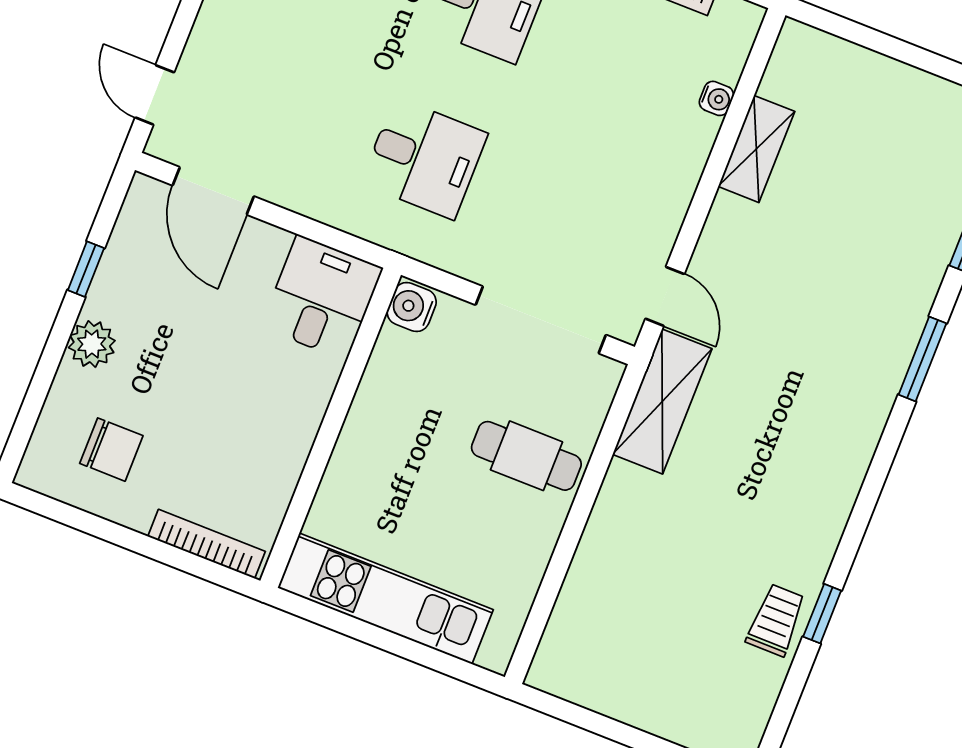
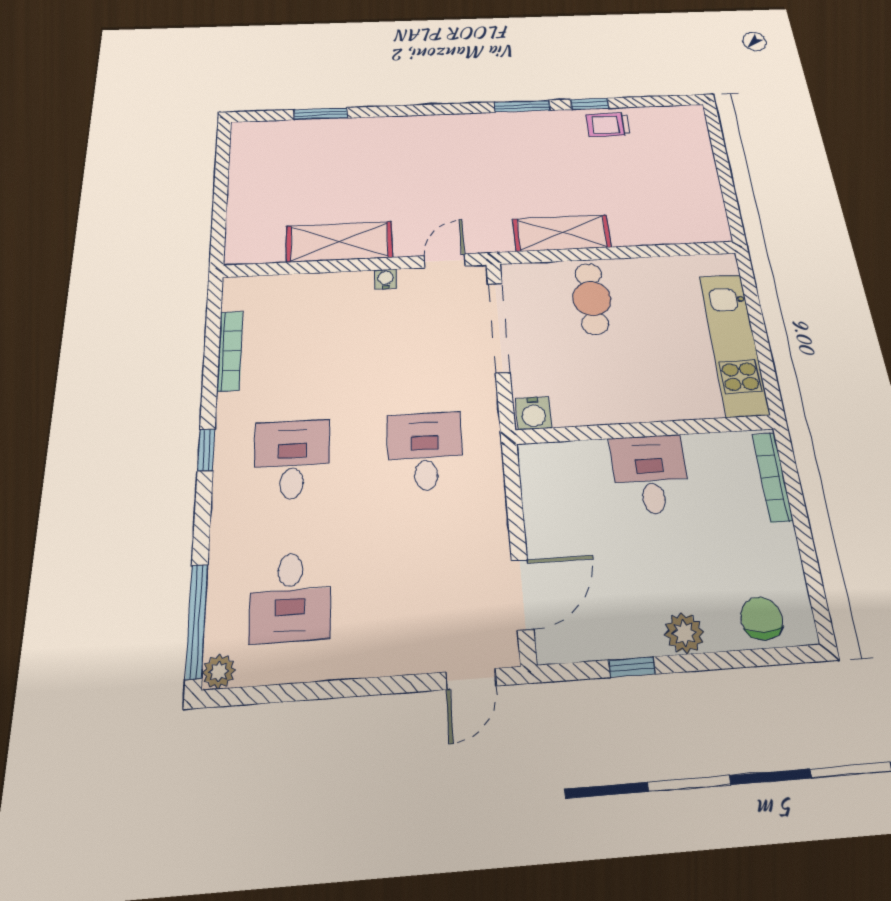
water cooler: (716, 98) -> (386, 279), moved
shelving: (756, 149) -> (339, 242), width x1.50, depth x1.33
desk: (322, 298) -> (650, 474), moved, turned 90
window: (922, 359) -> (522, 106), moved
shelving: (662, 401) -> (562, 233), moved
chair: (111, 450) -> (762, 618), moved

